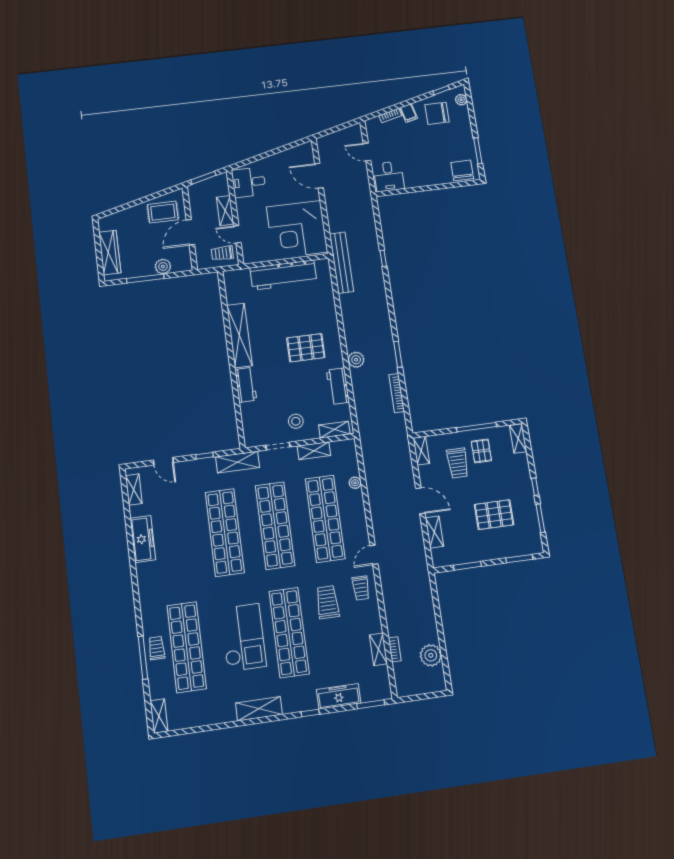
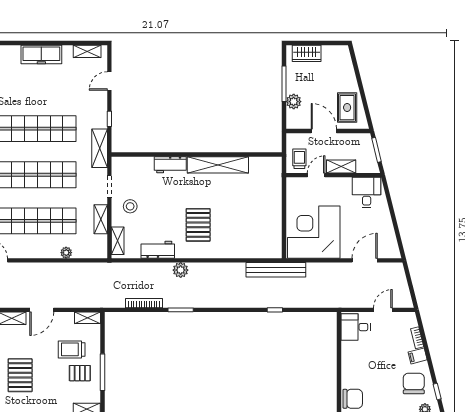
wardrobe: (110, 252) -> (307, 53), width x0.67
workbench: (283, 275) -> (271, 213), removed

